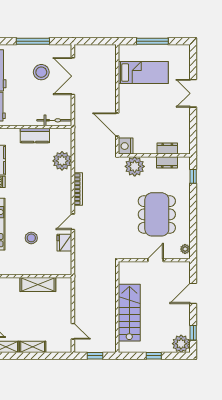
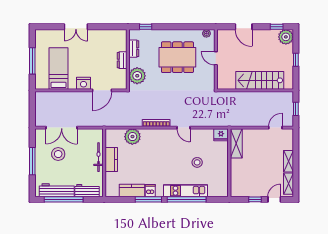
bicycle: (54, 120) -> (99, 157), moved
nightstand: (126, 146) -> (83, 83), moved
dresser: (167, 148) -> (122, 60), moved
fridge: (64, 243) -> (221, 135), moved
shelving: (38, 285) -> (236, 143), moved

